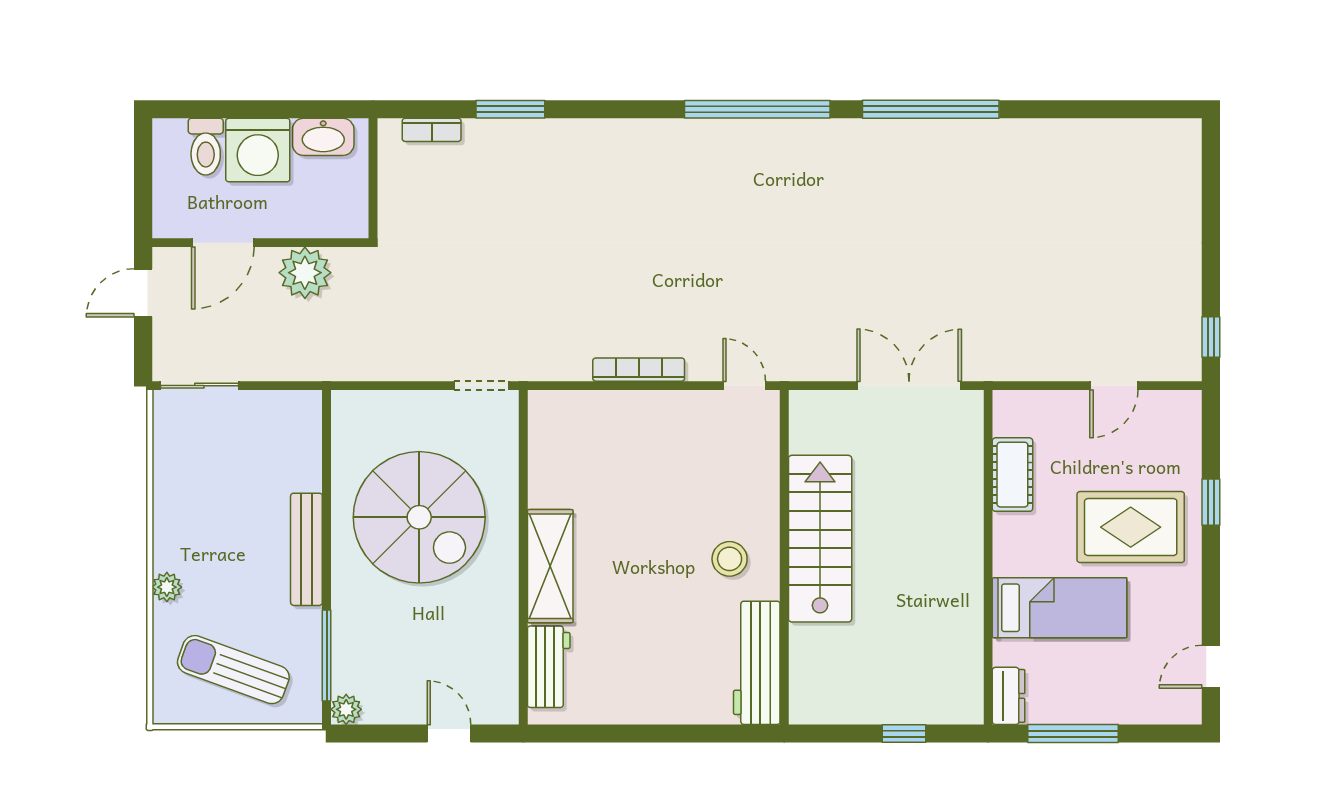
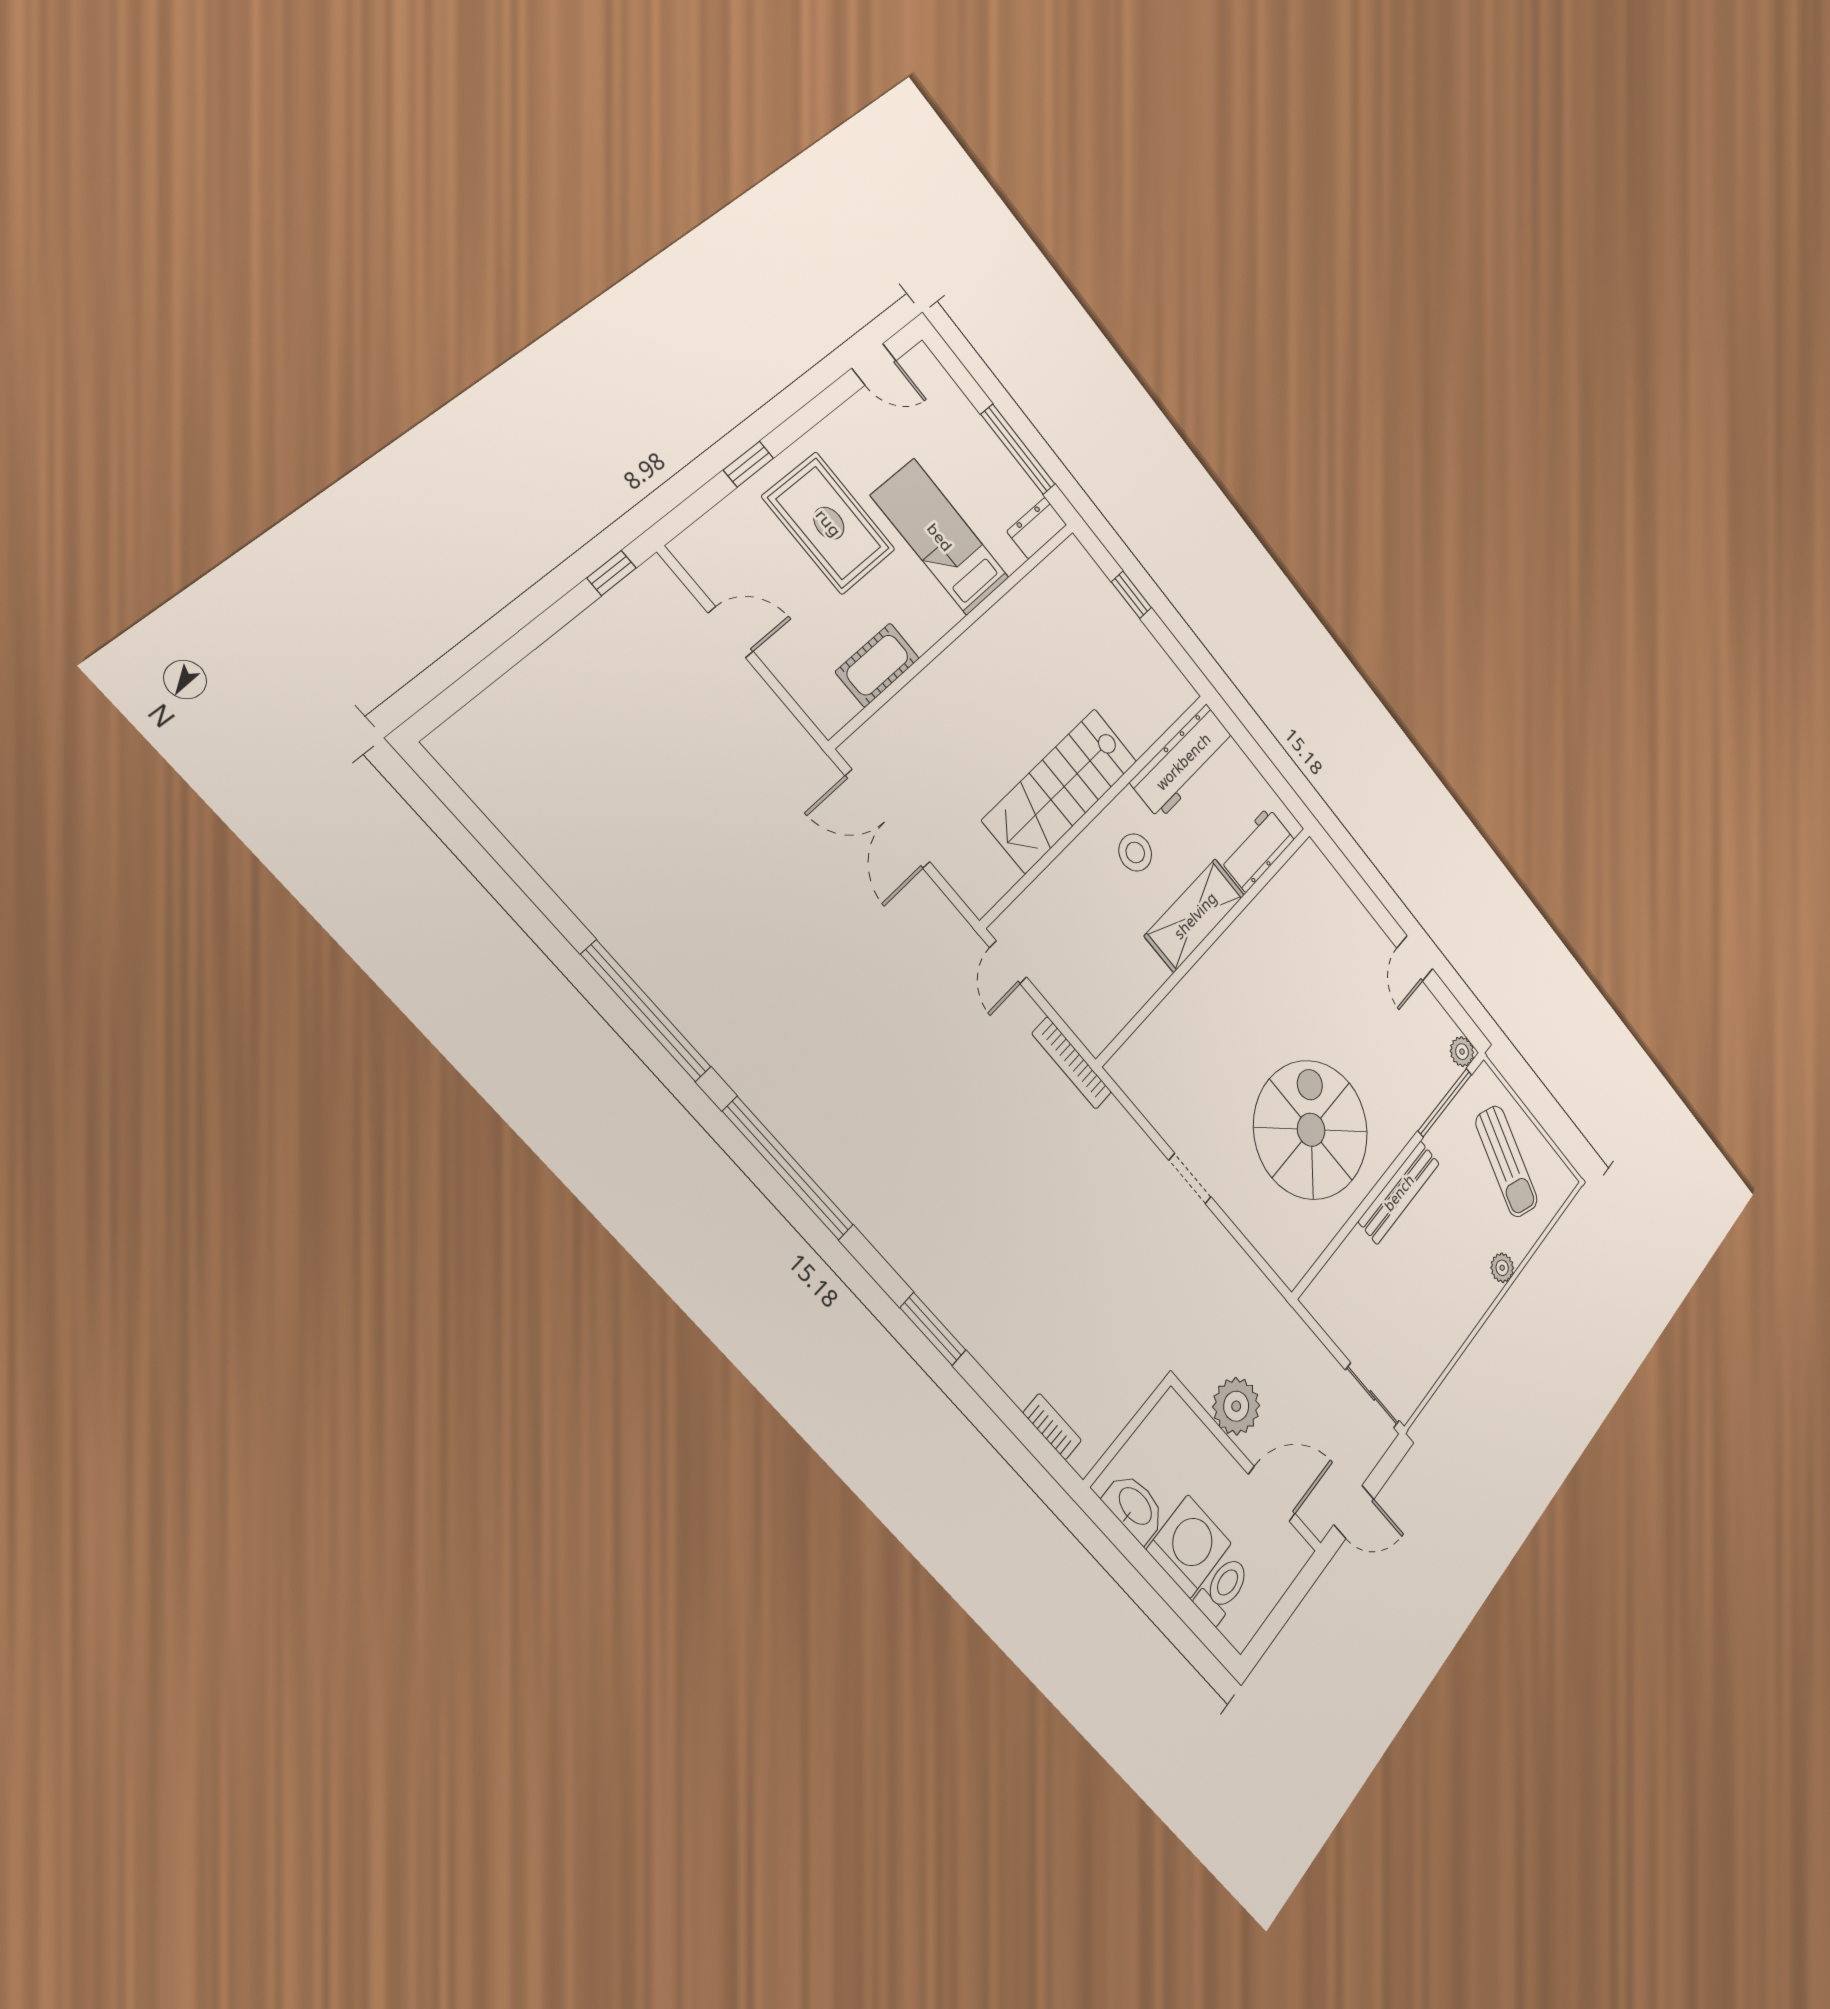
window: (510, 109) -> (933, 1329), moved
wall: (523, 557) -> (1207, 943), moved
shelving: (550, 566) -> (1195, 915), moved
workbench: (549, 667) -> (1257, 849), moved

